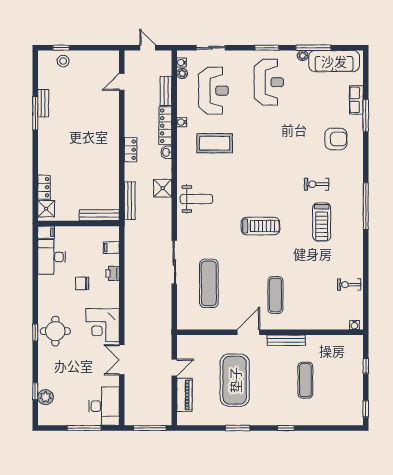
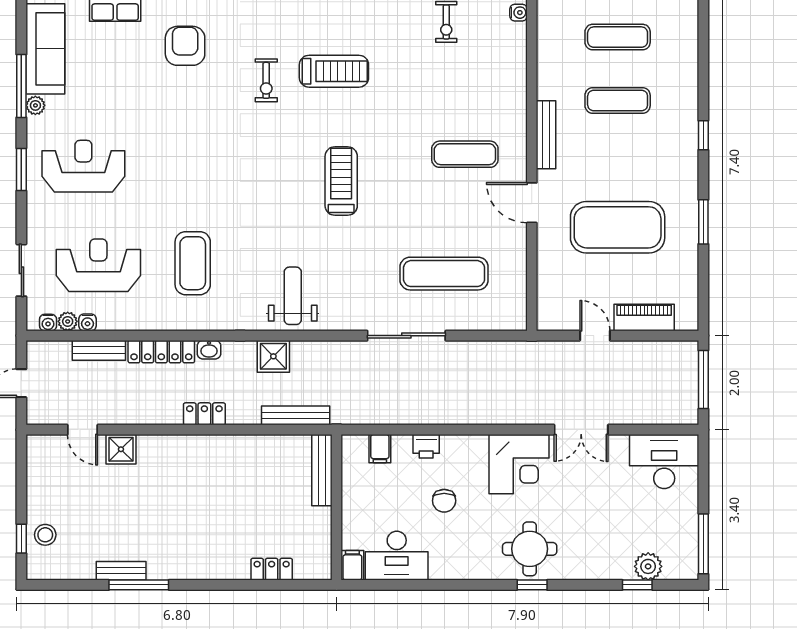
water cooler: (182, 122) -> (87, 322), moved
shower: (46, 209) -> (121, 449), moved
exercise mat: (341, 380) -> (618, 37), added
window: (84, 428) -> (703, 544), moved

